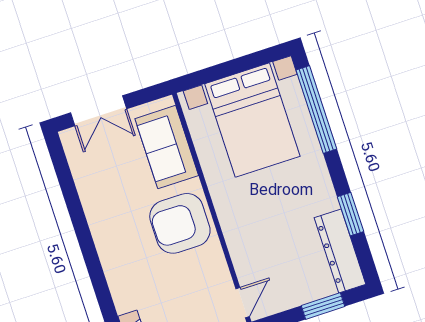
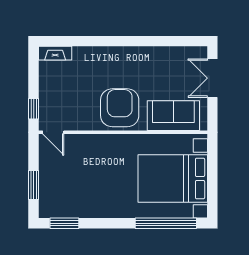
window: (350, 214) -> (64, 223), moved
dresser: (340, 251) -> (66, 208), removed

